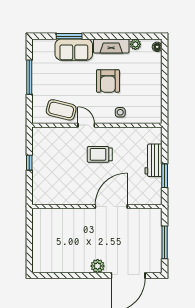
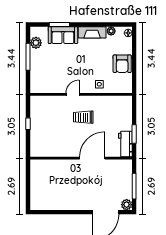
plant: (39, 59) -> (36, 43), added
armchair: (108, 81) -> (122, 64), moved
coffee table: (61, 110) -> (53, 82), removed
door: (86, 125) -> (73, 94), hinge flipped
workbench: (153, 160) -> (125, 144), moved
plant: (98, 266) -> (127, 205), moved

